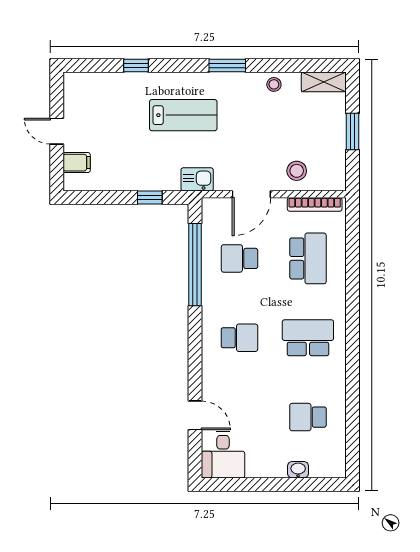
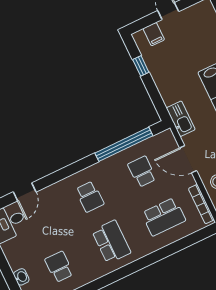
kitchen sink: (197, 179) -> (181, 119), width x1.38
window: (150, 197) -> (141, 66), moved

